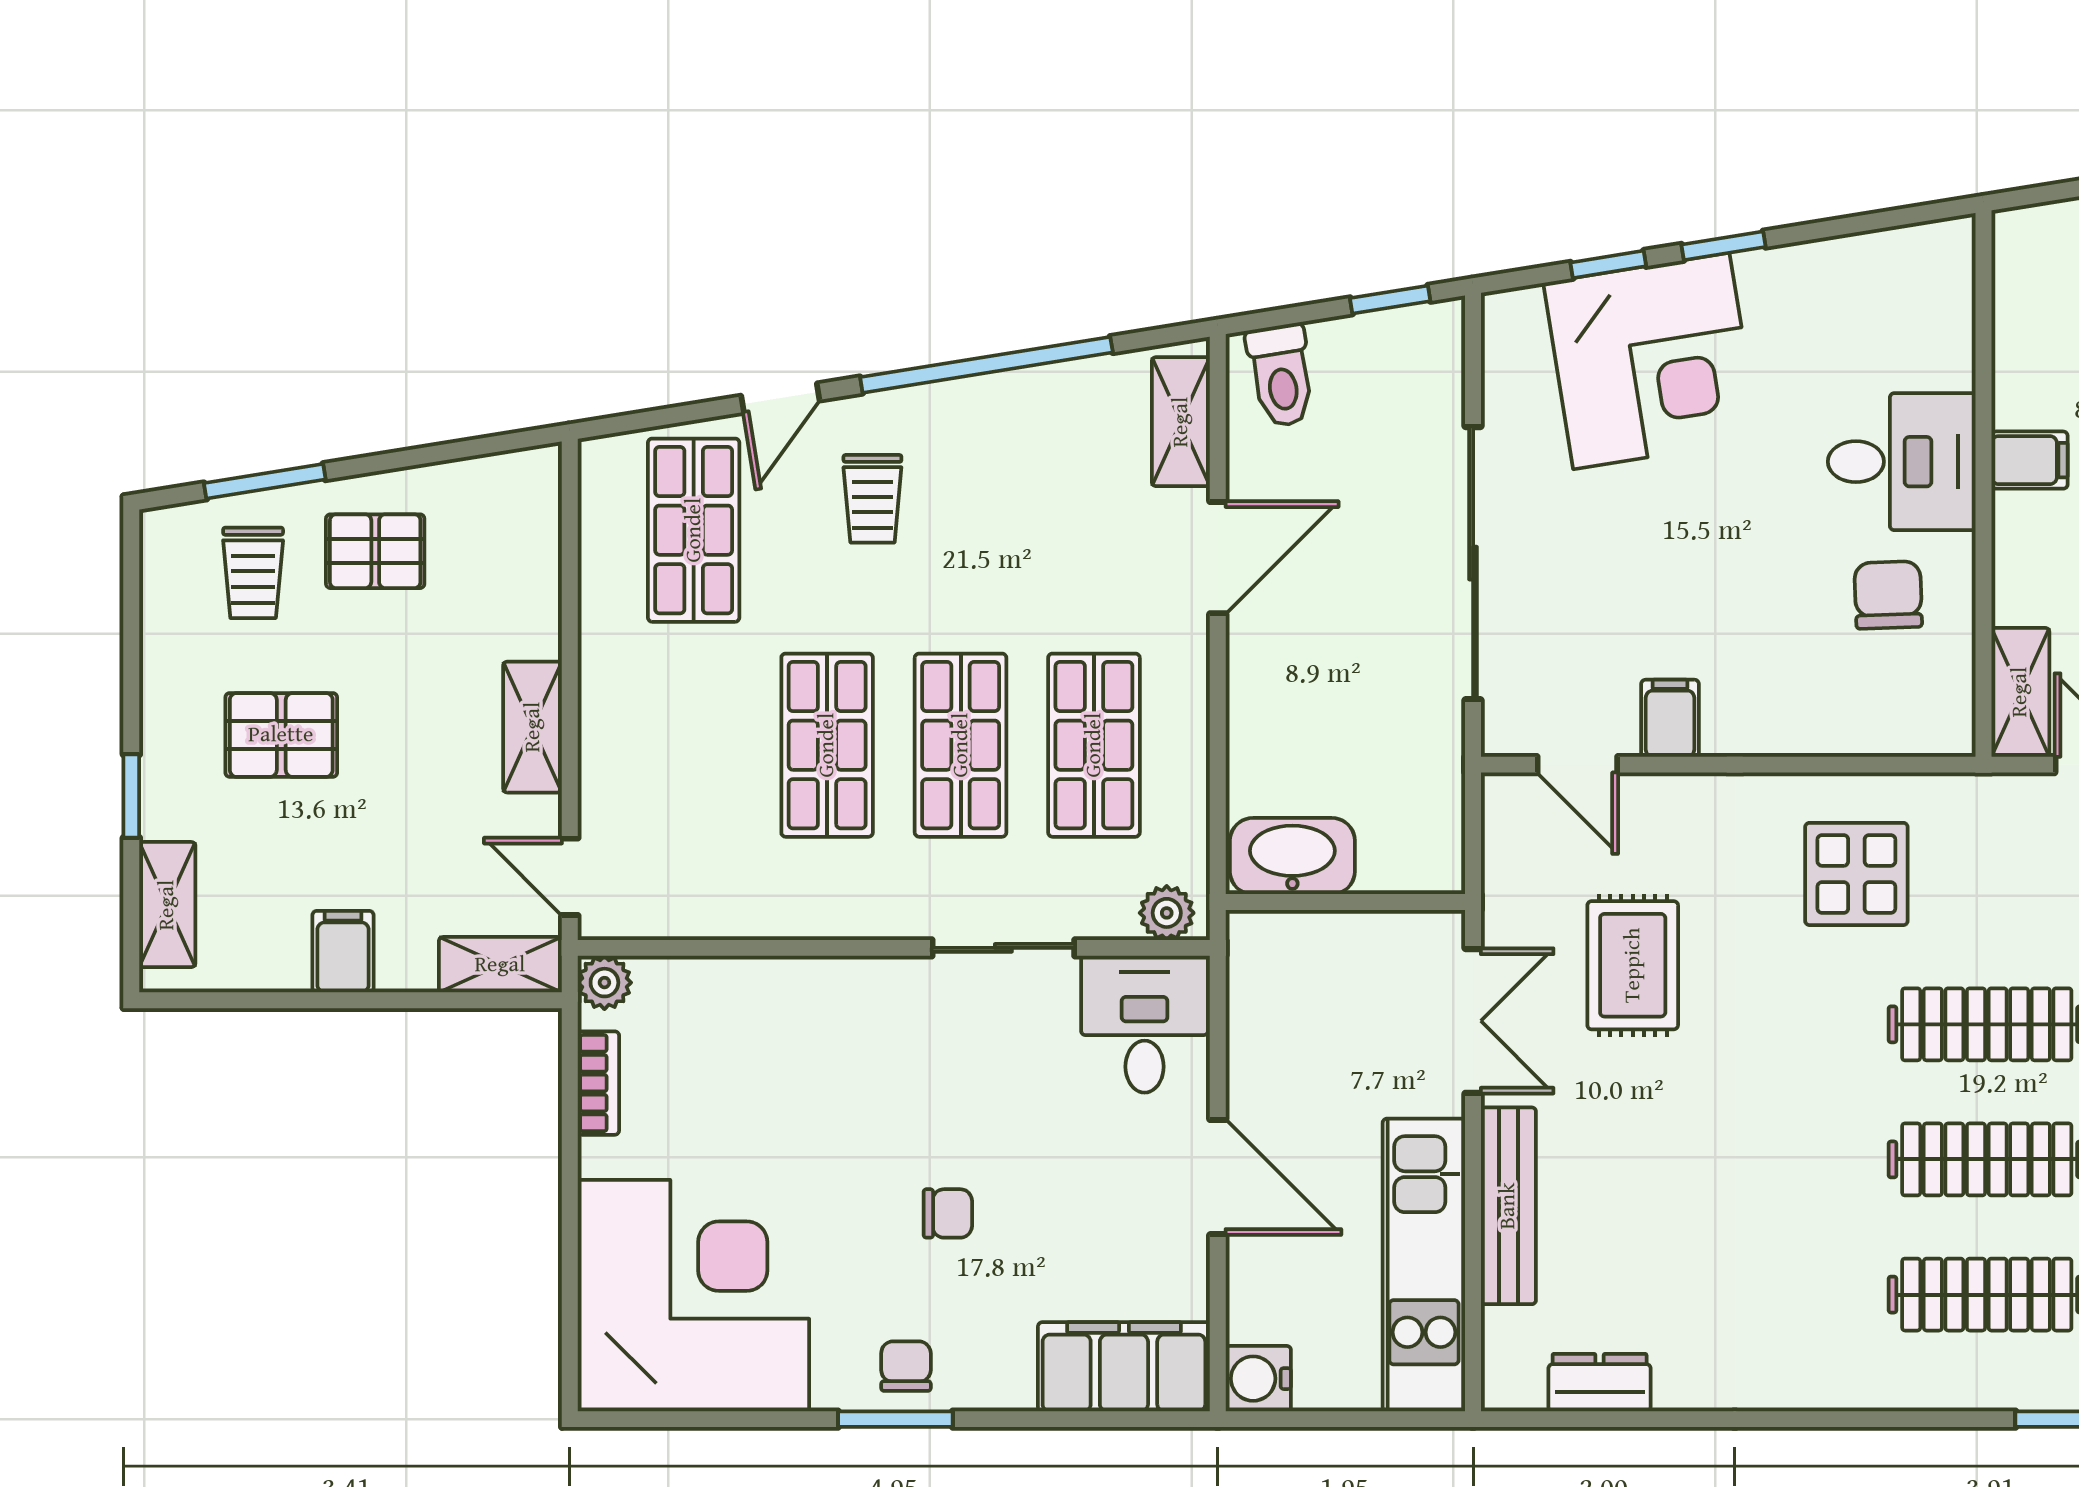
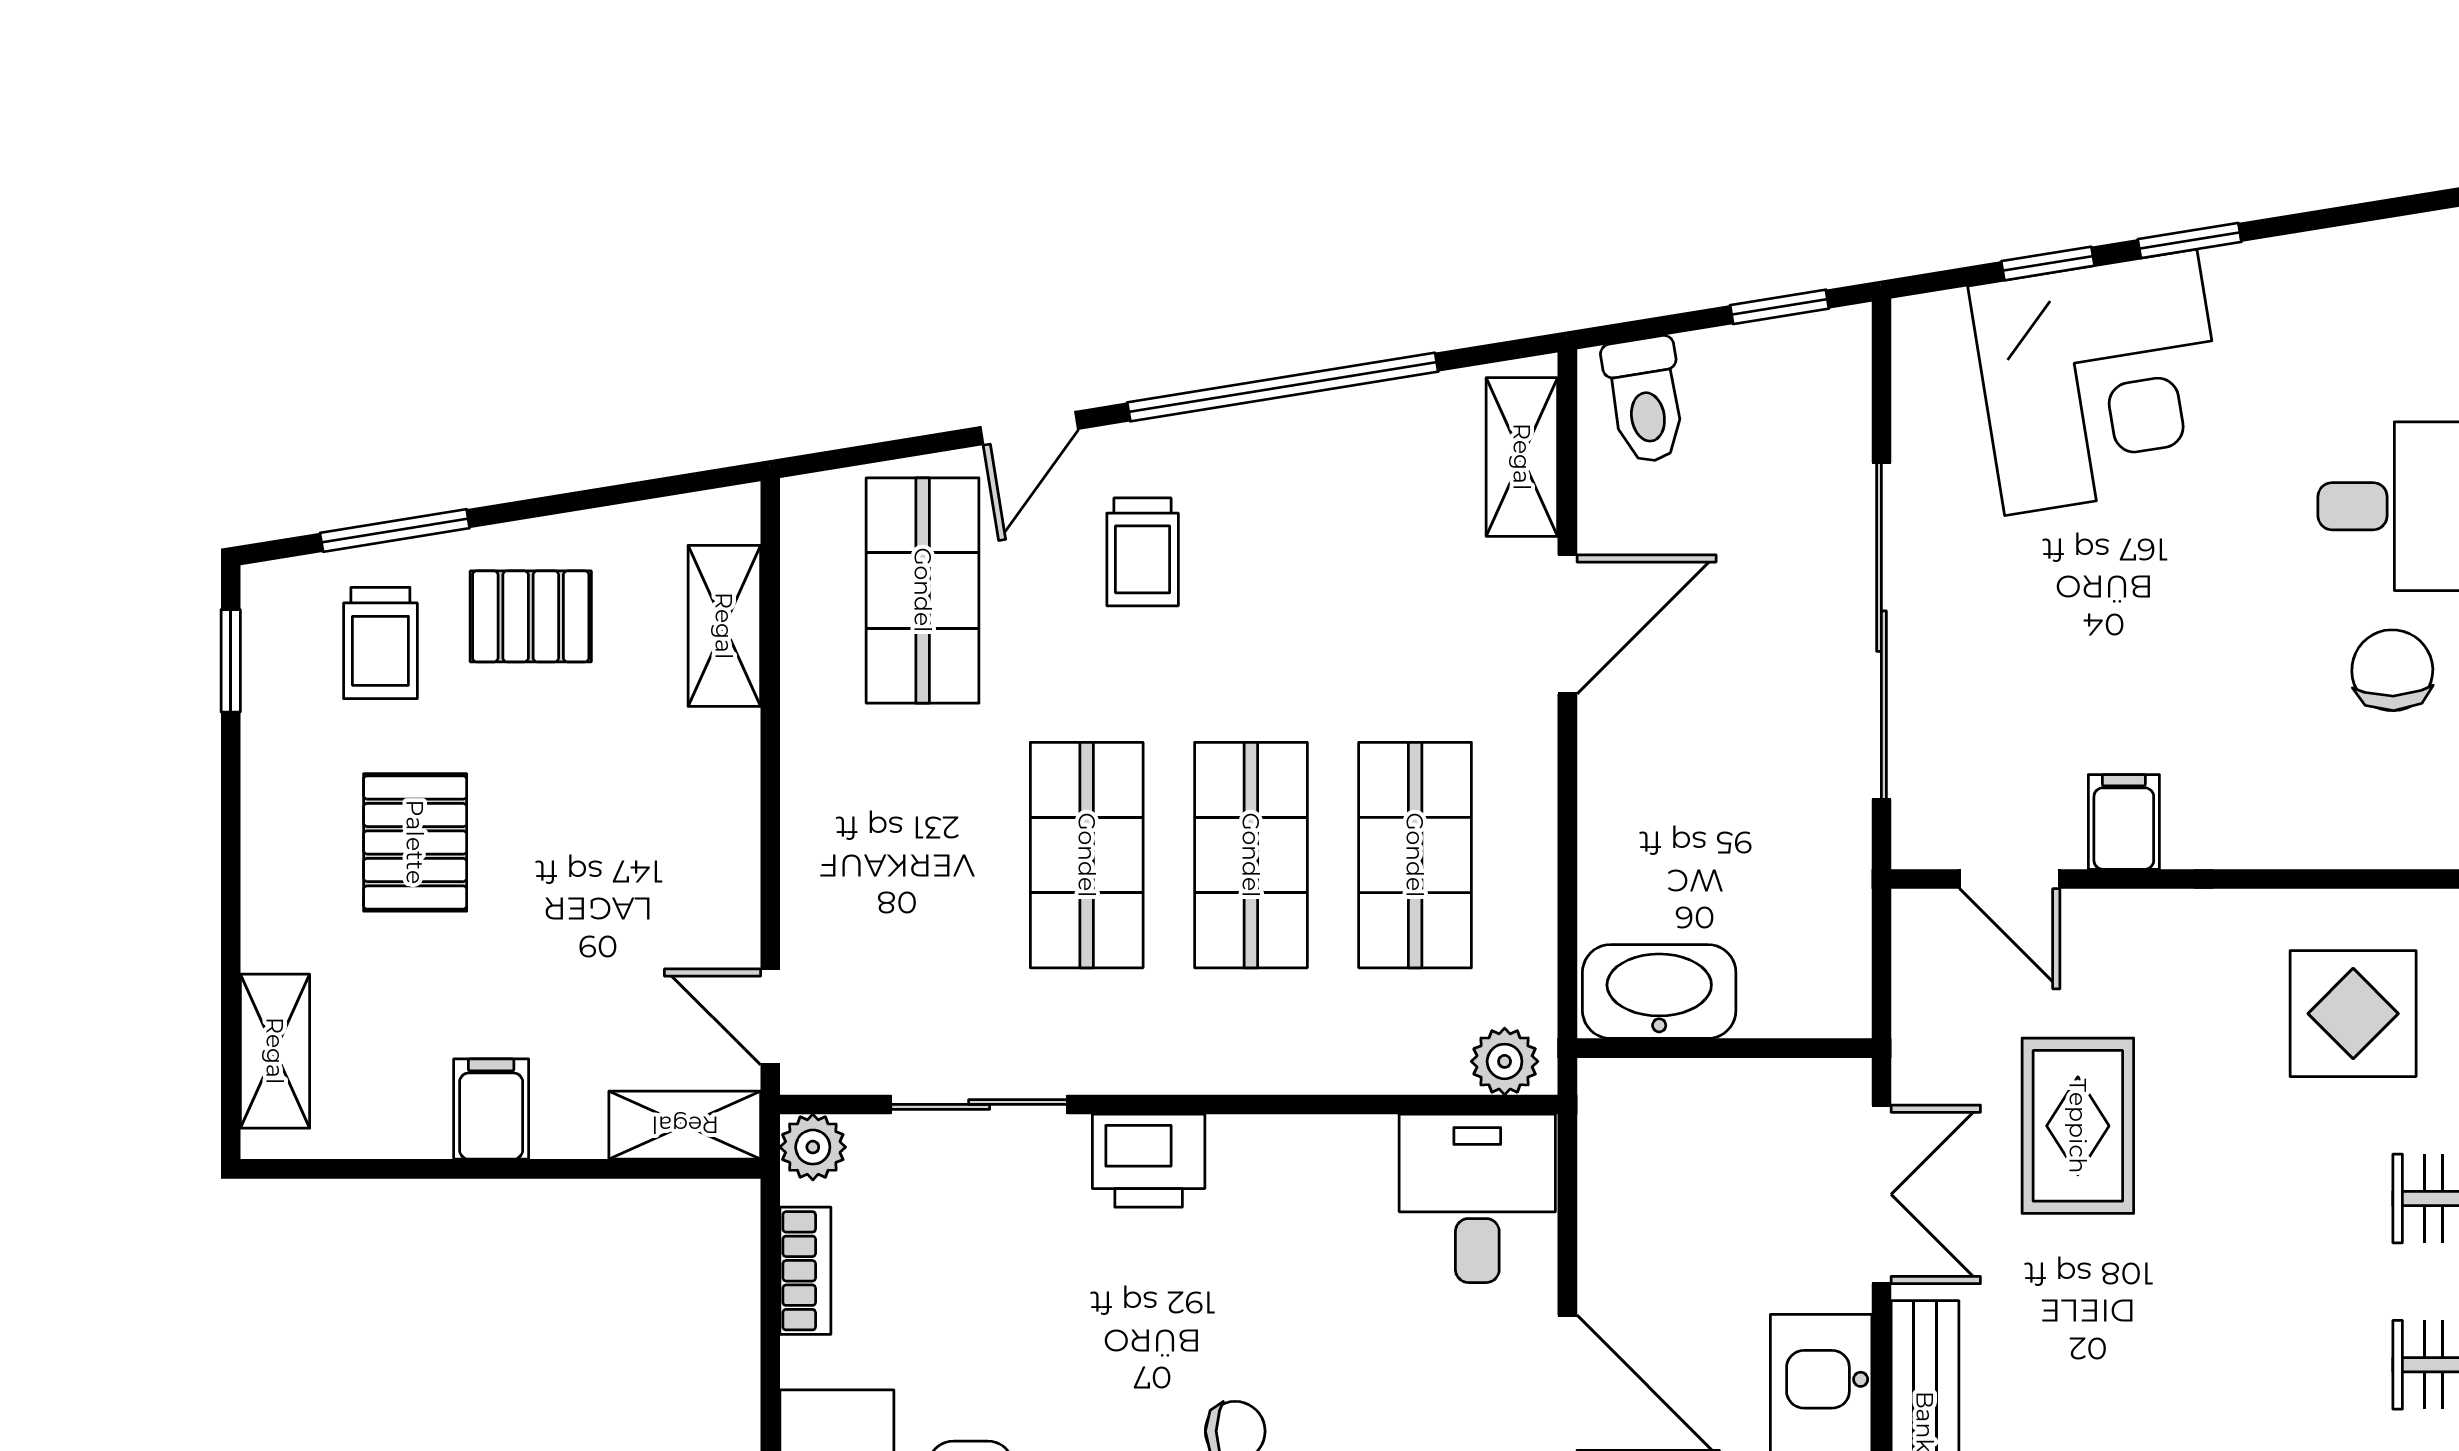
shelving: (533, 727) -> (724, 626), moved
pallet: (281, 735) -> (415, 842), turned 90
window: (131, 796) -> (231, 661), moved
sliding door: (1003, 948) -> (979, 1104), moved
printer: (877, 994) -> (1149, 1161), added

